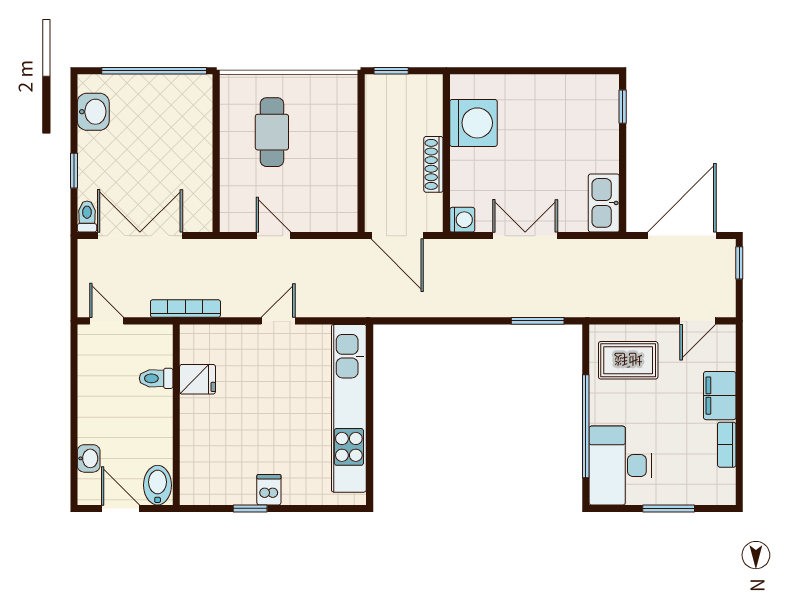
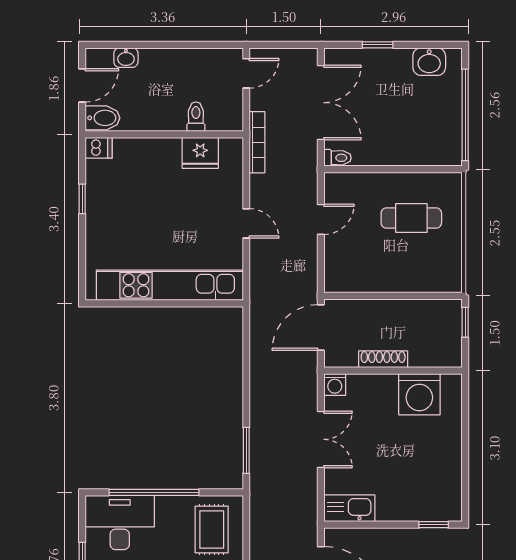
toilet: (87, 217) -> (337, 158), moved
fridge: (198, 379) -> (200, 153), width x1.38
dishwasher: (269, 490) -> (99, 148), moved

